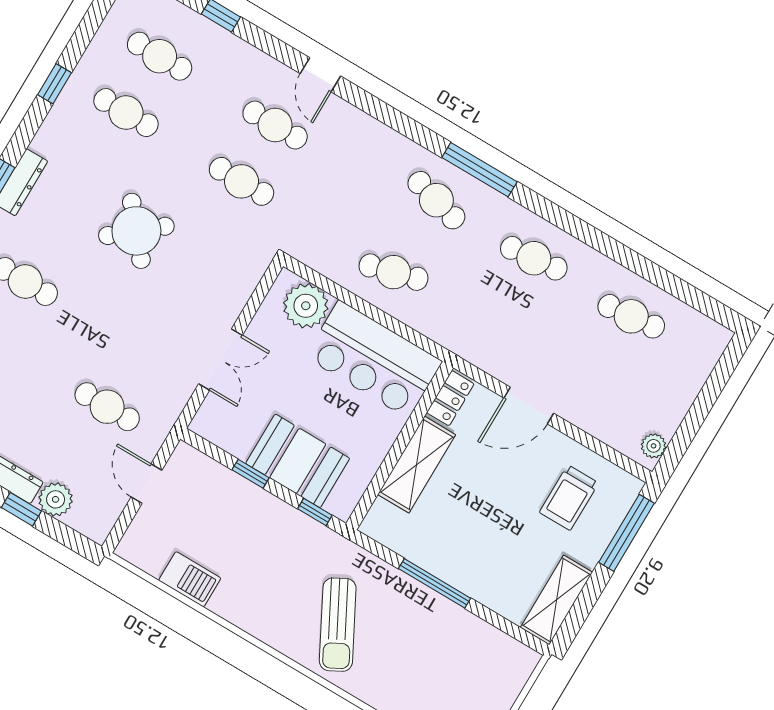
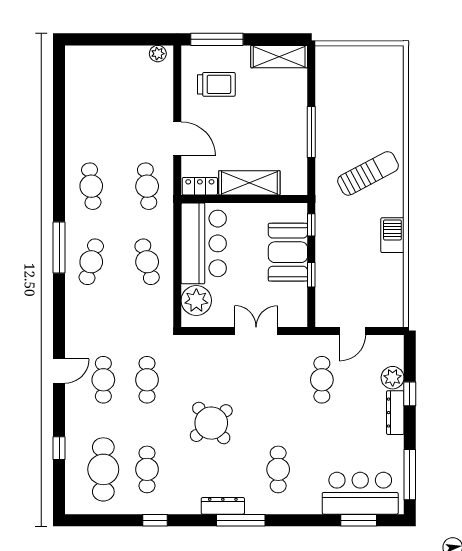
cafe table: (160, 56) -> (103, 469), width x1.37, depth x1.35
cafe table: (631, 316) -> (147, 186), moved
barbecue: (190, 579) -> (392, 235), moved

